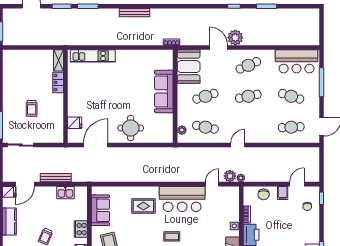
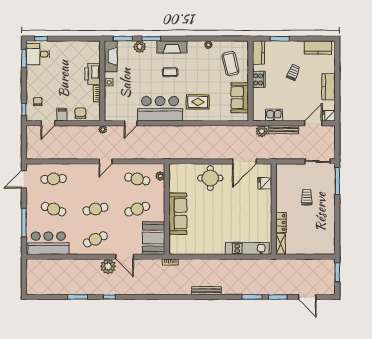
plant: (230, 176) -> (262, 131), moved

